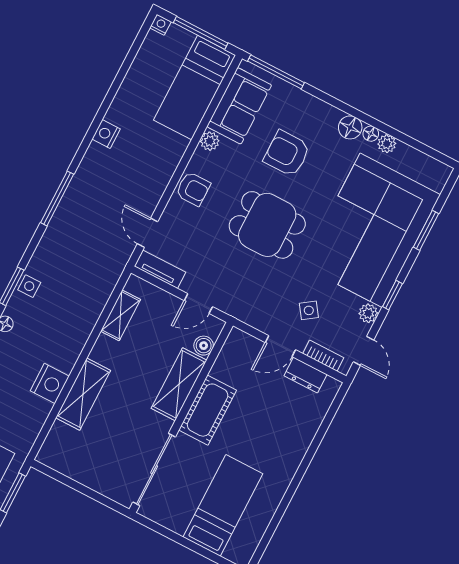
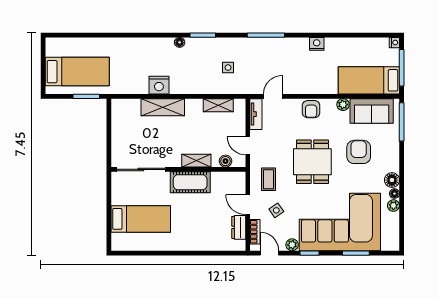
side table: (29, 286) -> (228, 68), moved
coffee table: (260, 299) -> (268, 179), added
door: (364, 351) -> (269, 253), swing flipped
shelving: (179, 384) -> (196, 161), width x0.67, depth x0.75

